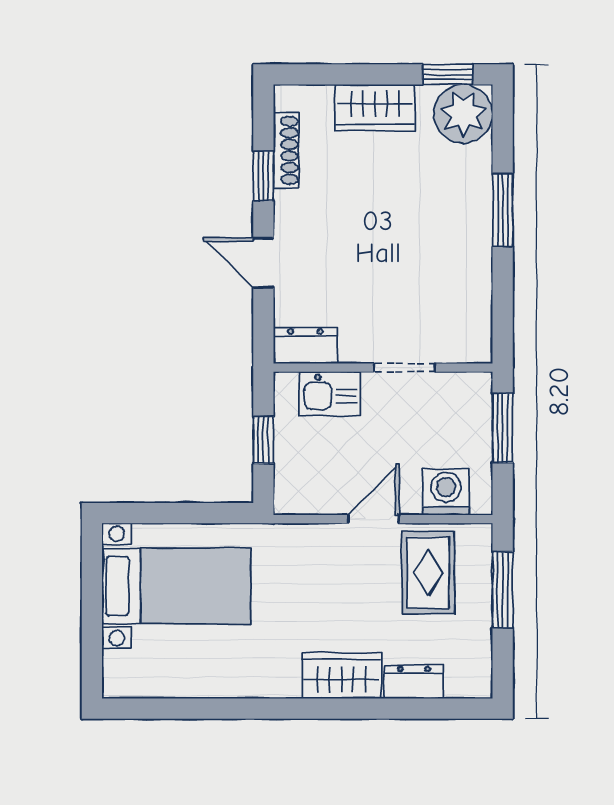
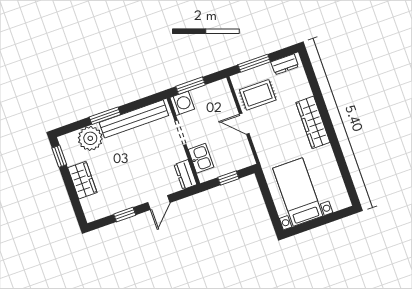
plant: (463, 114) -> (90, 138), moved
shoe rack: (286, 150) -> (111, 209), removed
bench: (472, 273) -> (134, 119), added
washing machine: (446, 492) -> (182, 103), moved, turned 180
wardrobe: (342, 676) -> (313, 122), width x1.50
dresser: (414, 682) -> (285, 64), moved, turned -90

